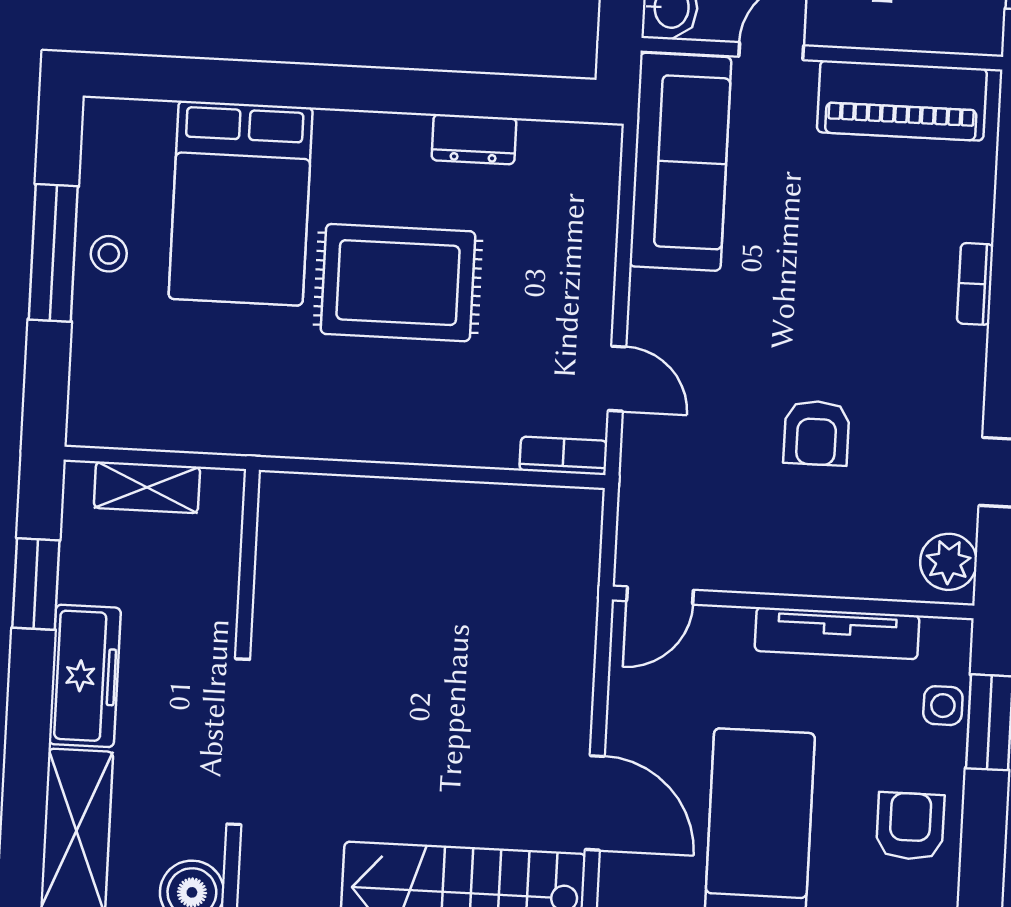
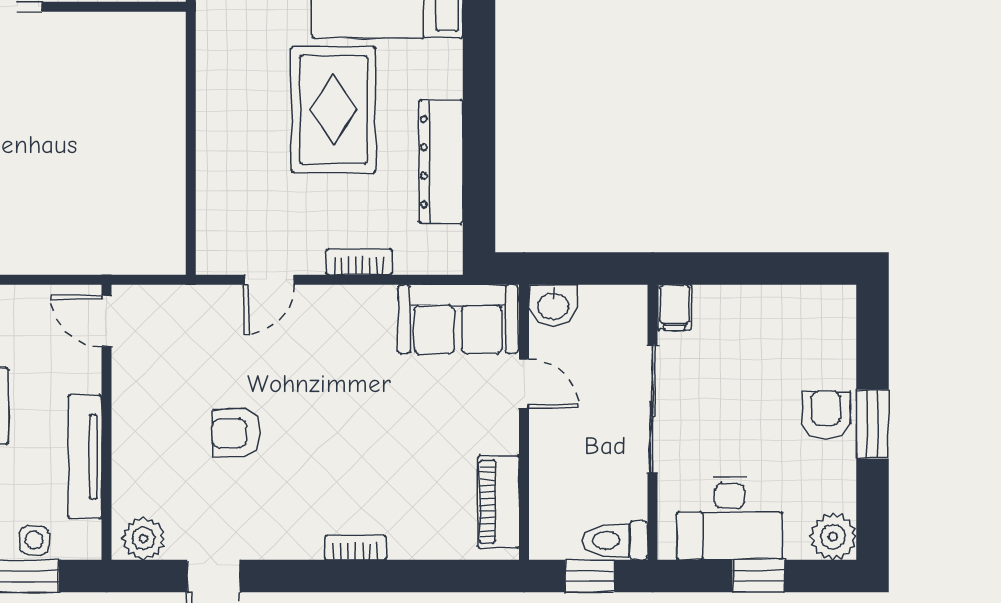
piano: (902, 101) -> (498, 502), width x0.73, depth x0.75
dresser: (474, 139) -> (441, 162), width x1.96, depth x1.24
sofa: (680, 162) -> (458, 319), width x0.73
bookcase: (563, 456) -> (359, 262), moved, turned -90

